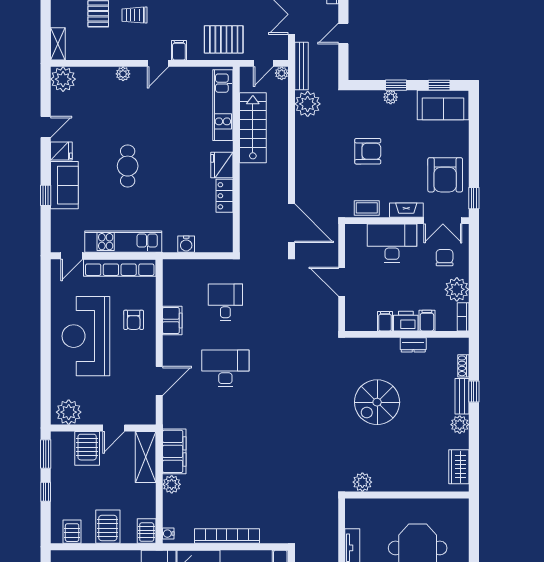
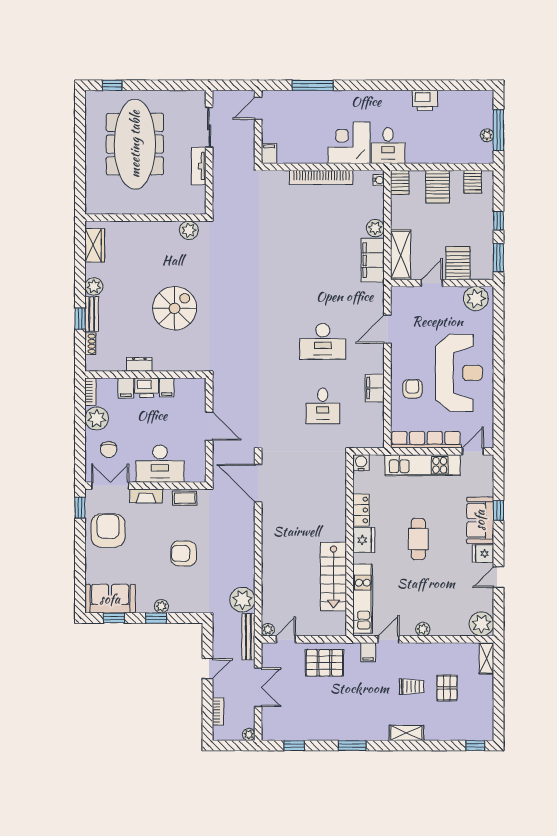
kitchen unit: (223, 105) -> (363, 599), moved
stairs: (253, 128) -> (333, 576), moved
wall: (236, 160) -> (350, 545), moved
fridge: (222, 165) -> (364, 540), moved
locker: (225, 196) -> (361, 510), moved

